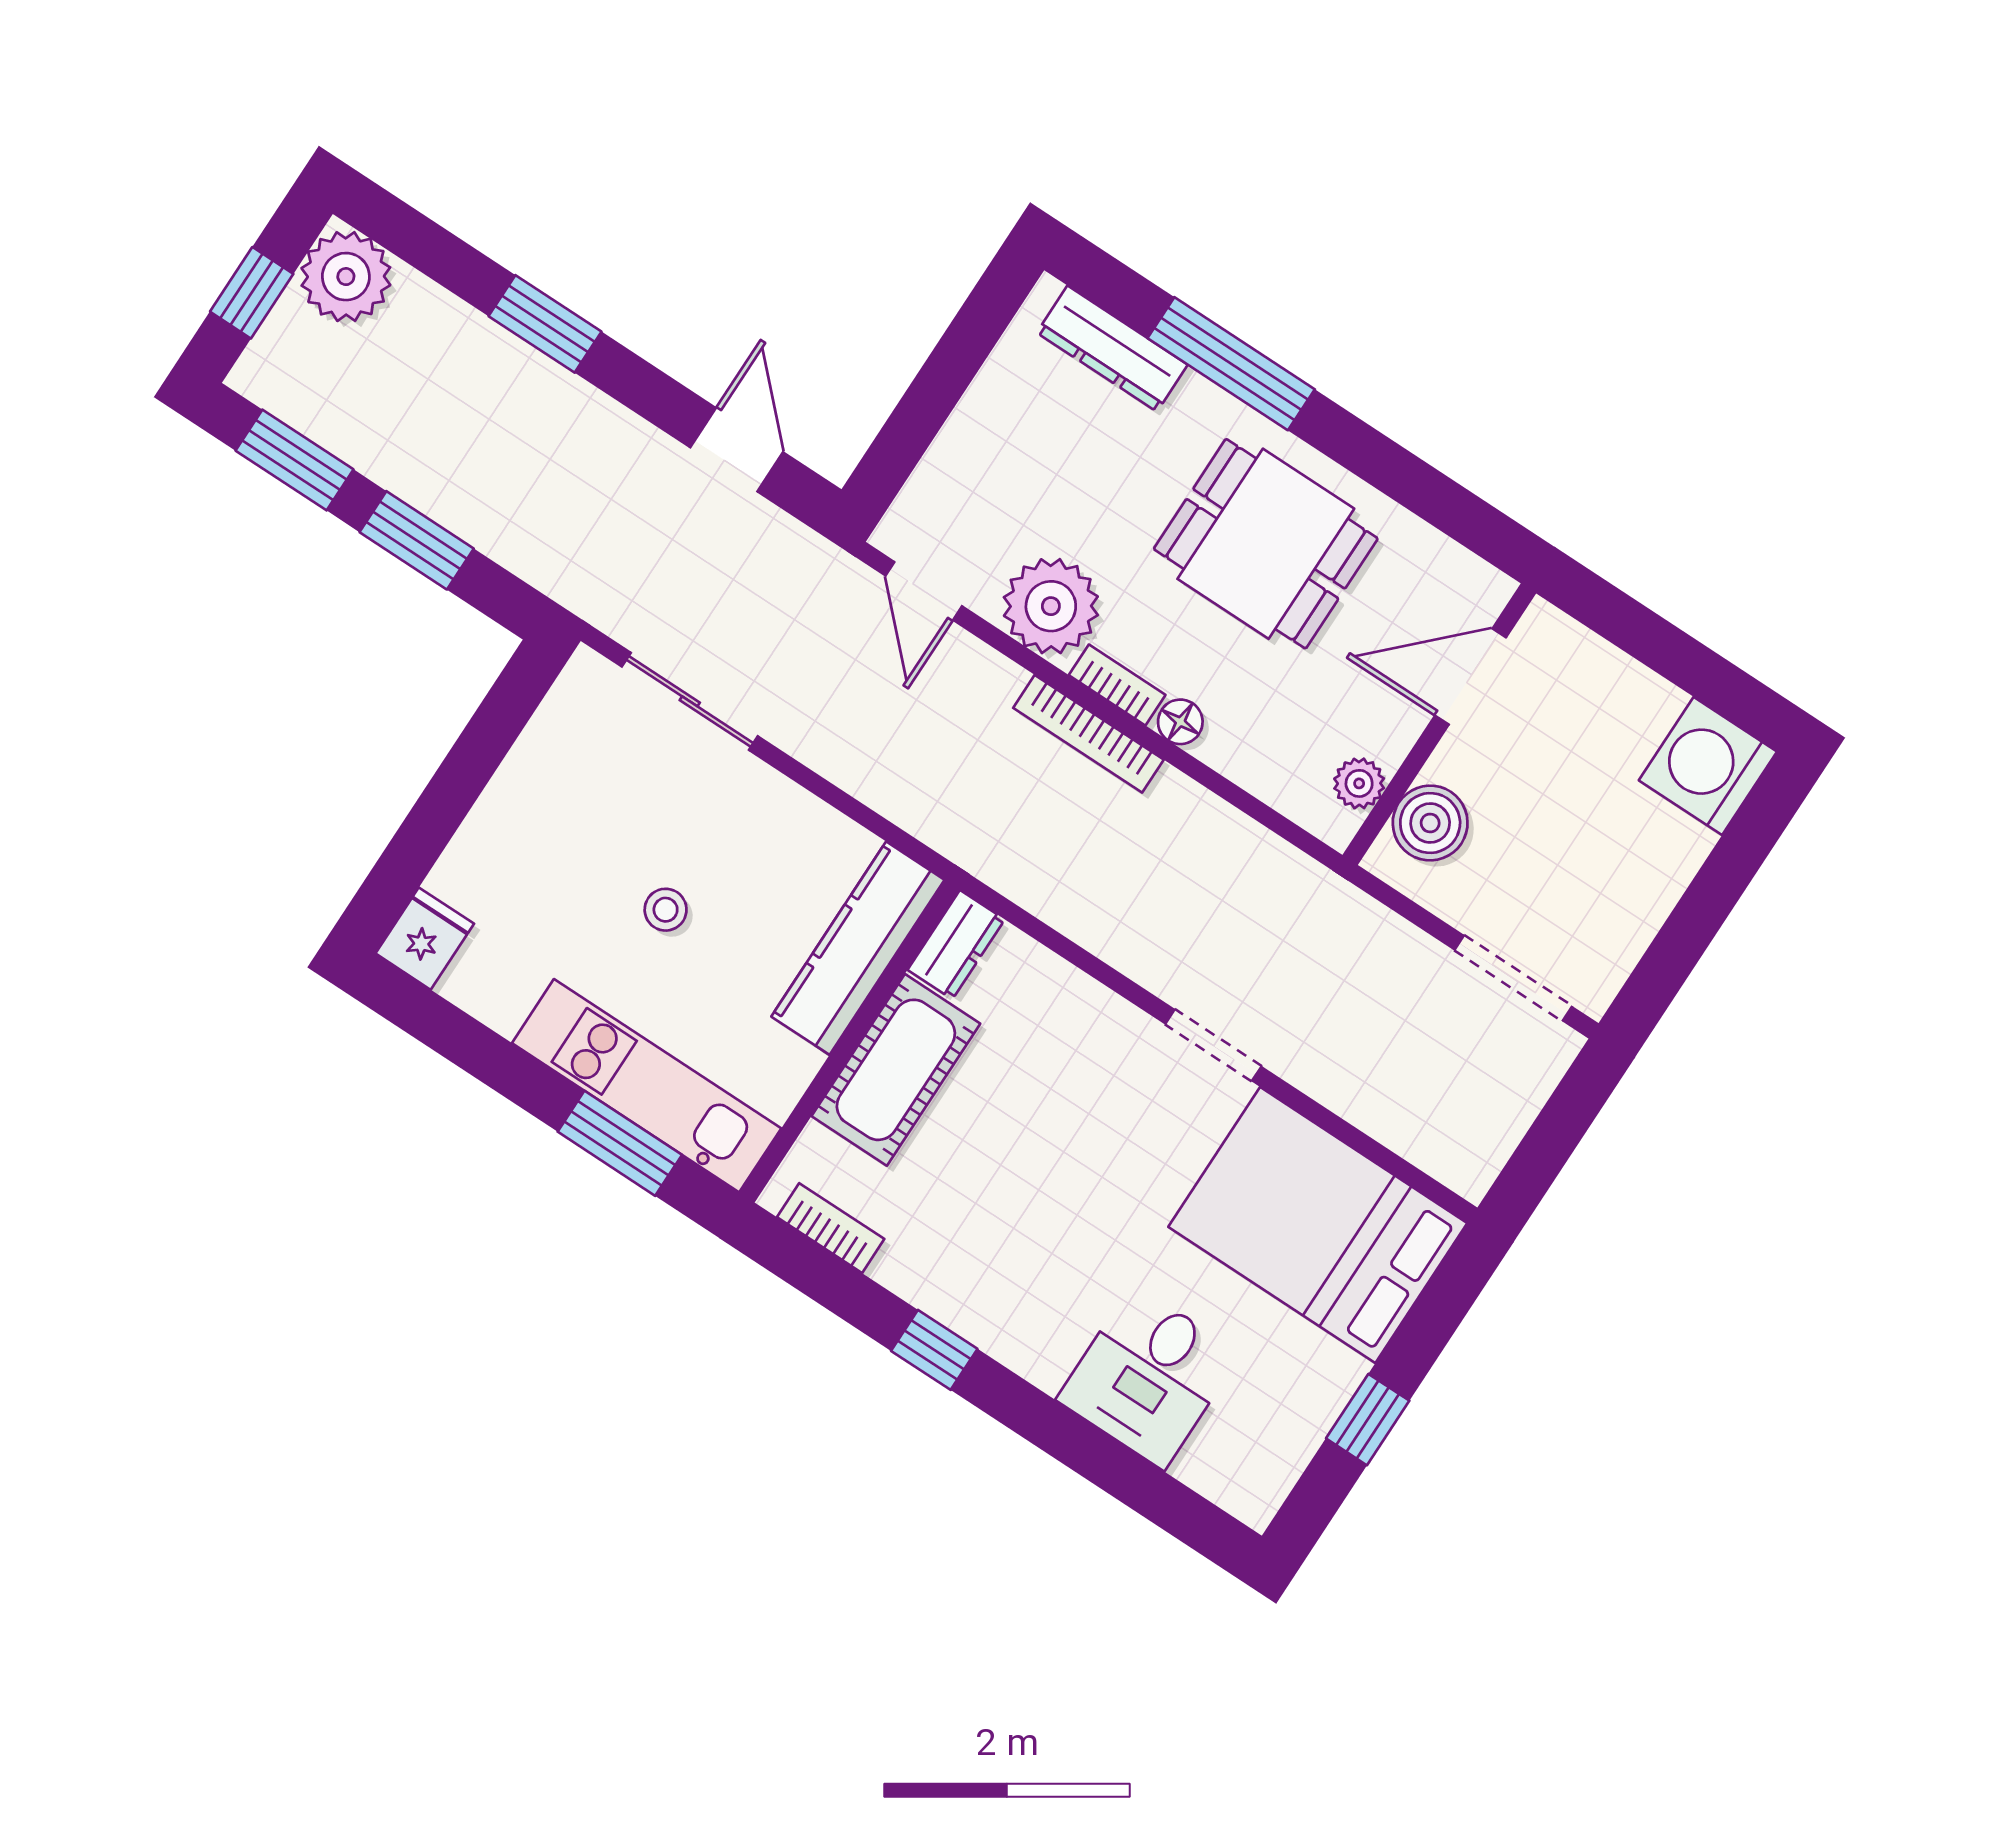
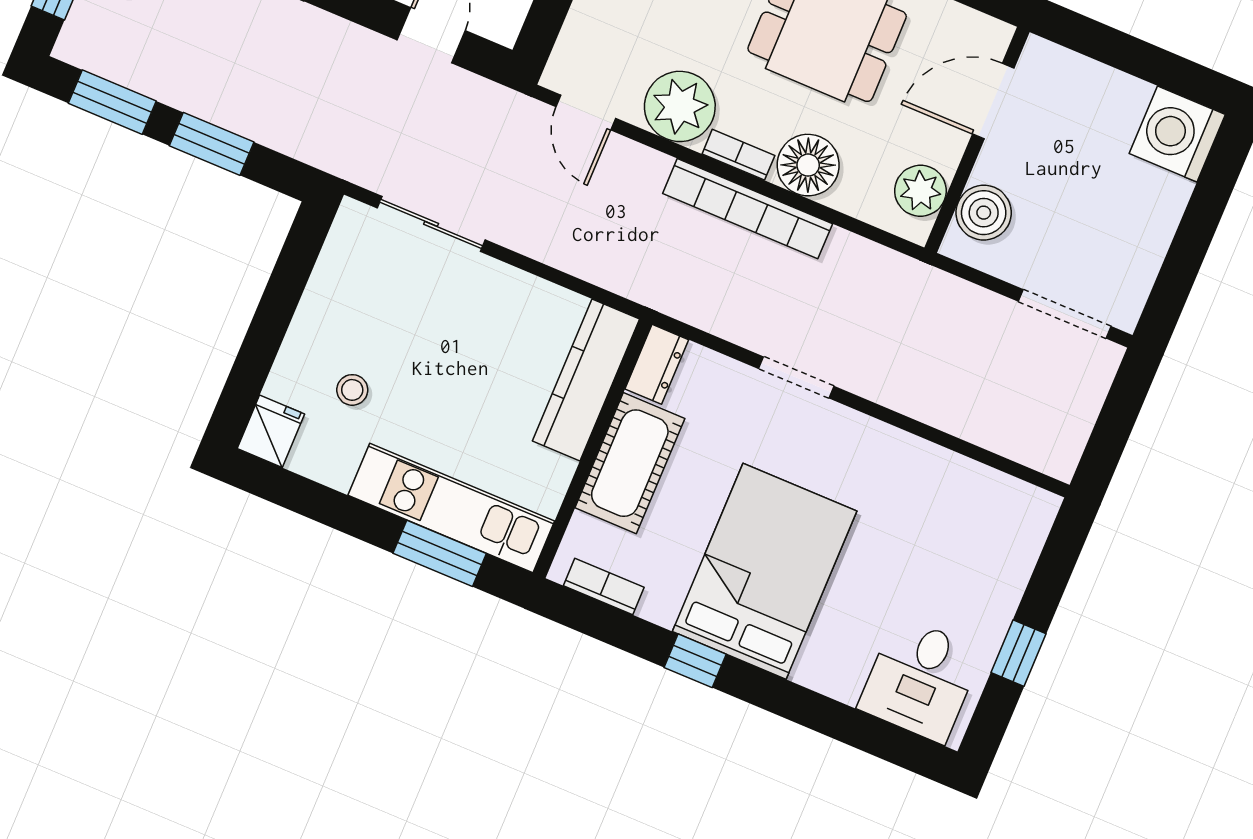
floor lamp: (1180, 722) -> (808, 165), width x1.89, depth x1.89
bookcase: (1088, 734) -> (748, 209), width x1.48, depth x1.31
plant: (1359, 783) -> (920, 191), width x1.38, depth x1.38
stool: (666, 910) -> (352, 390), moved
doorway: (1213, 1045) -> (796, 377), moved
bed: (1318, 1225) -> (765, 571), moved, turned 90
desk: (1148, 1377) -> (920, 679), moved

